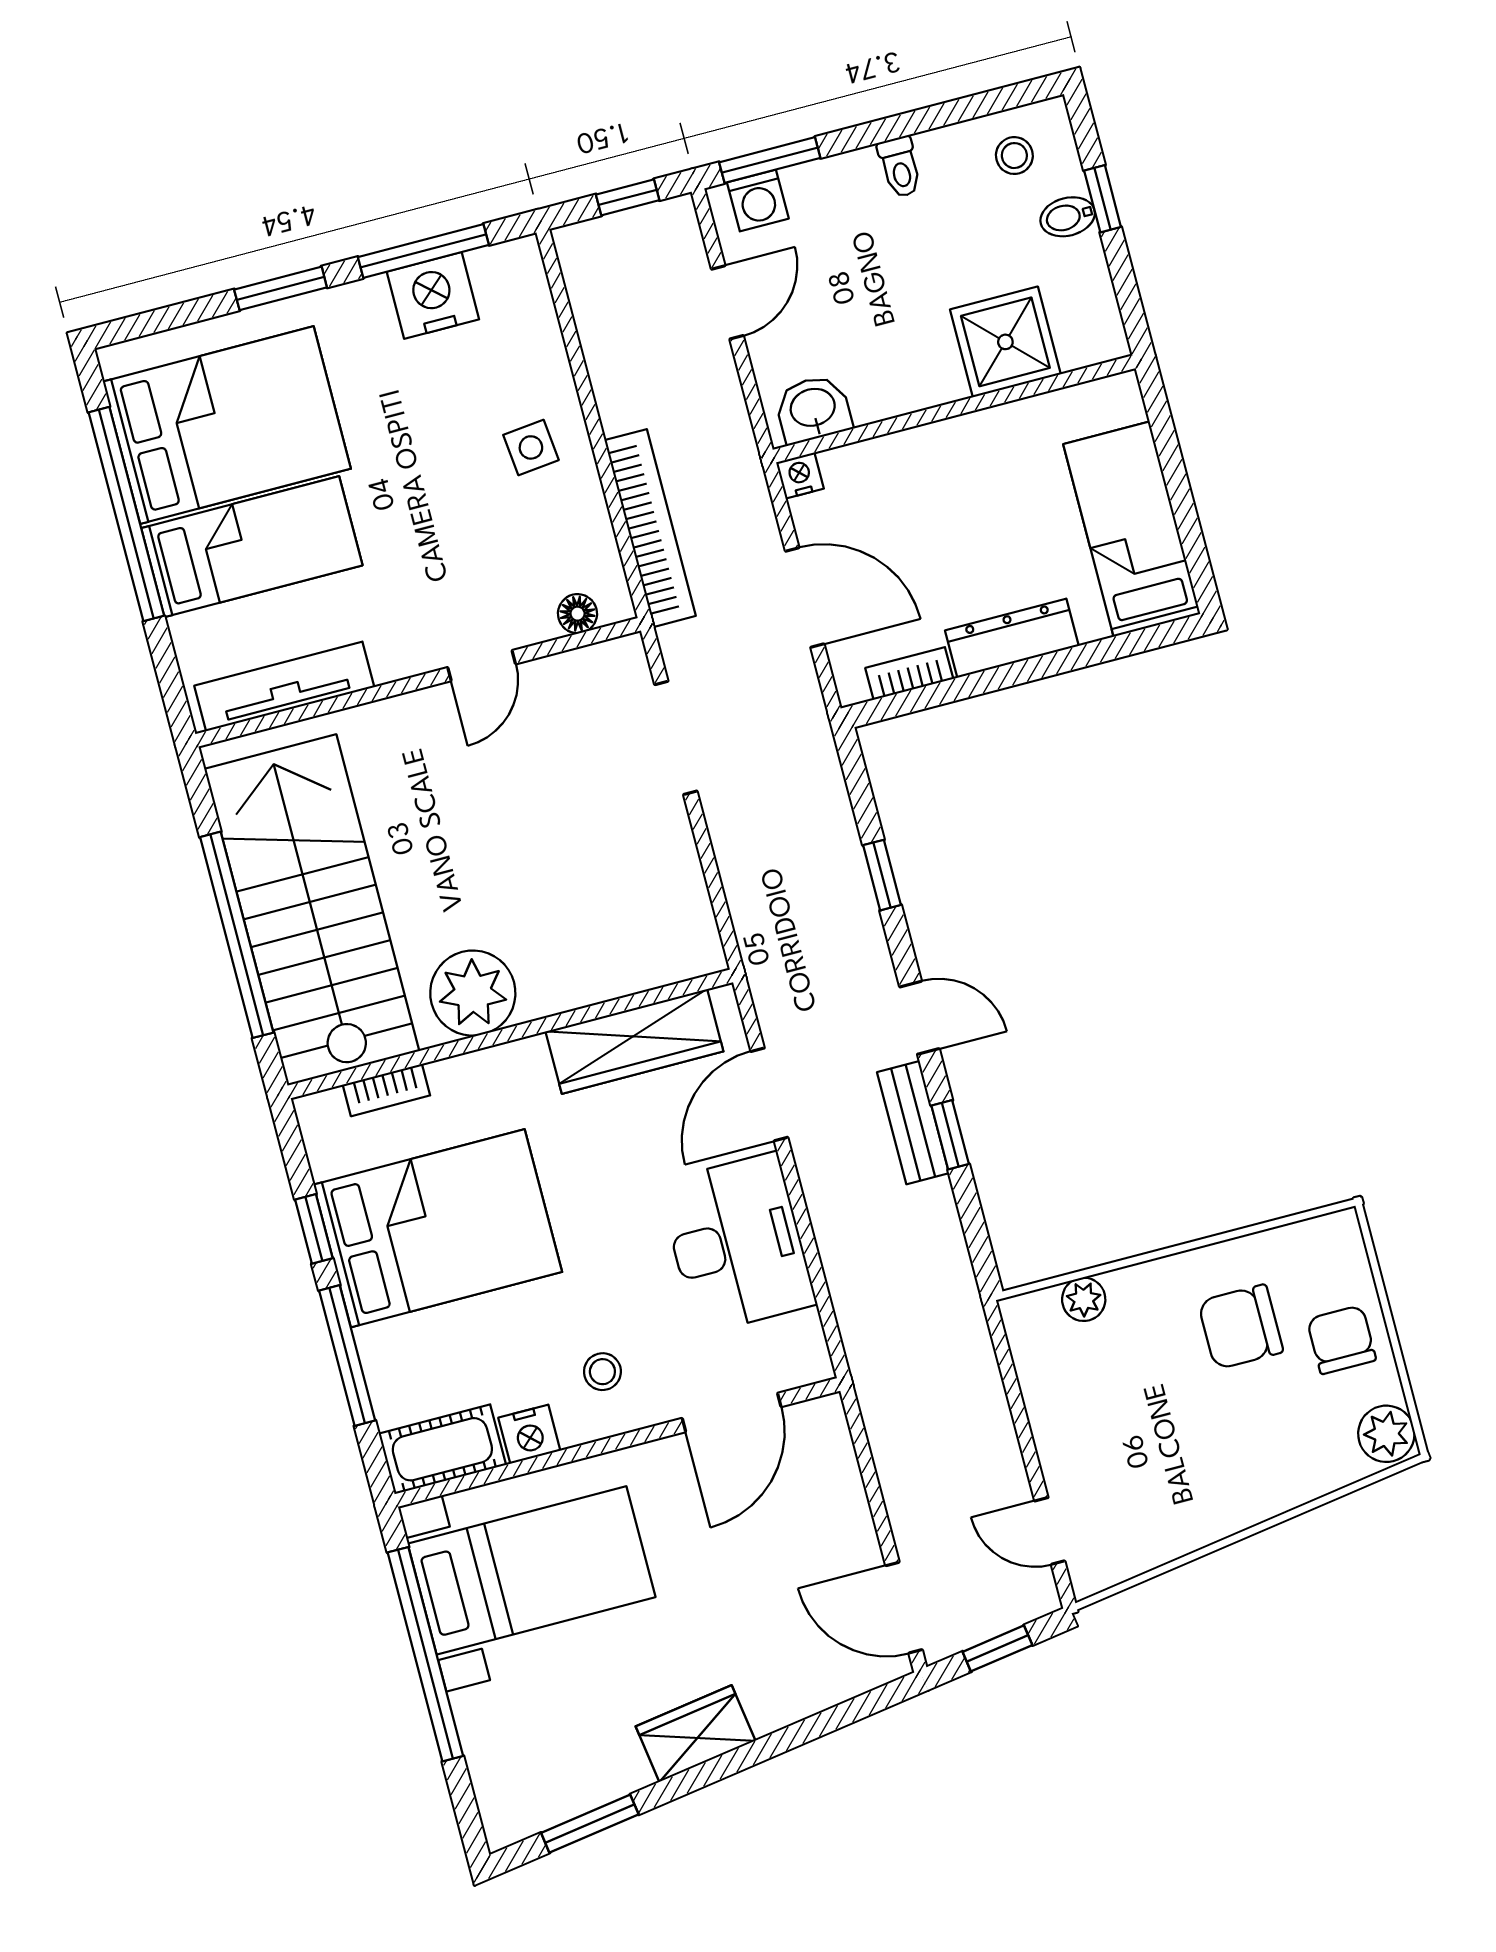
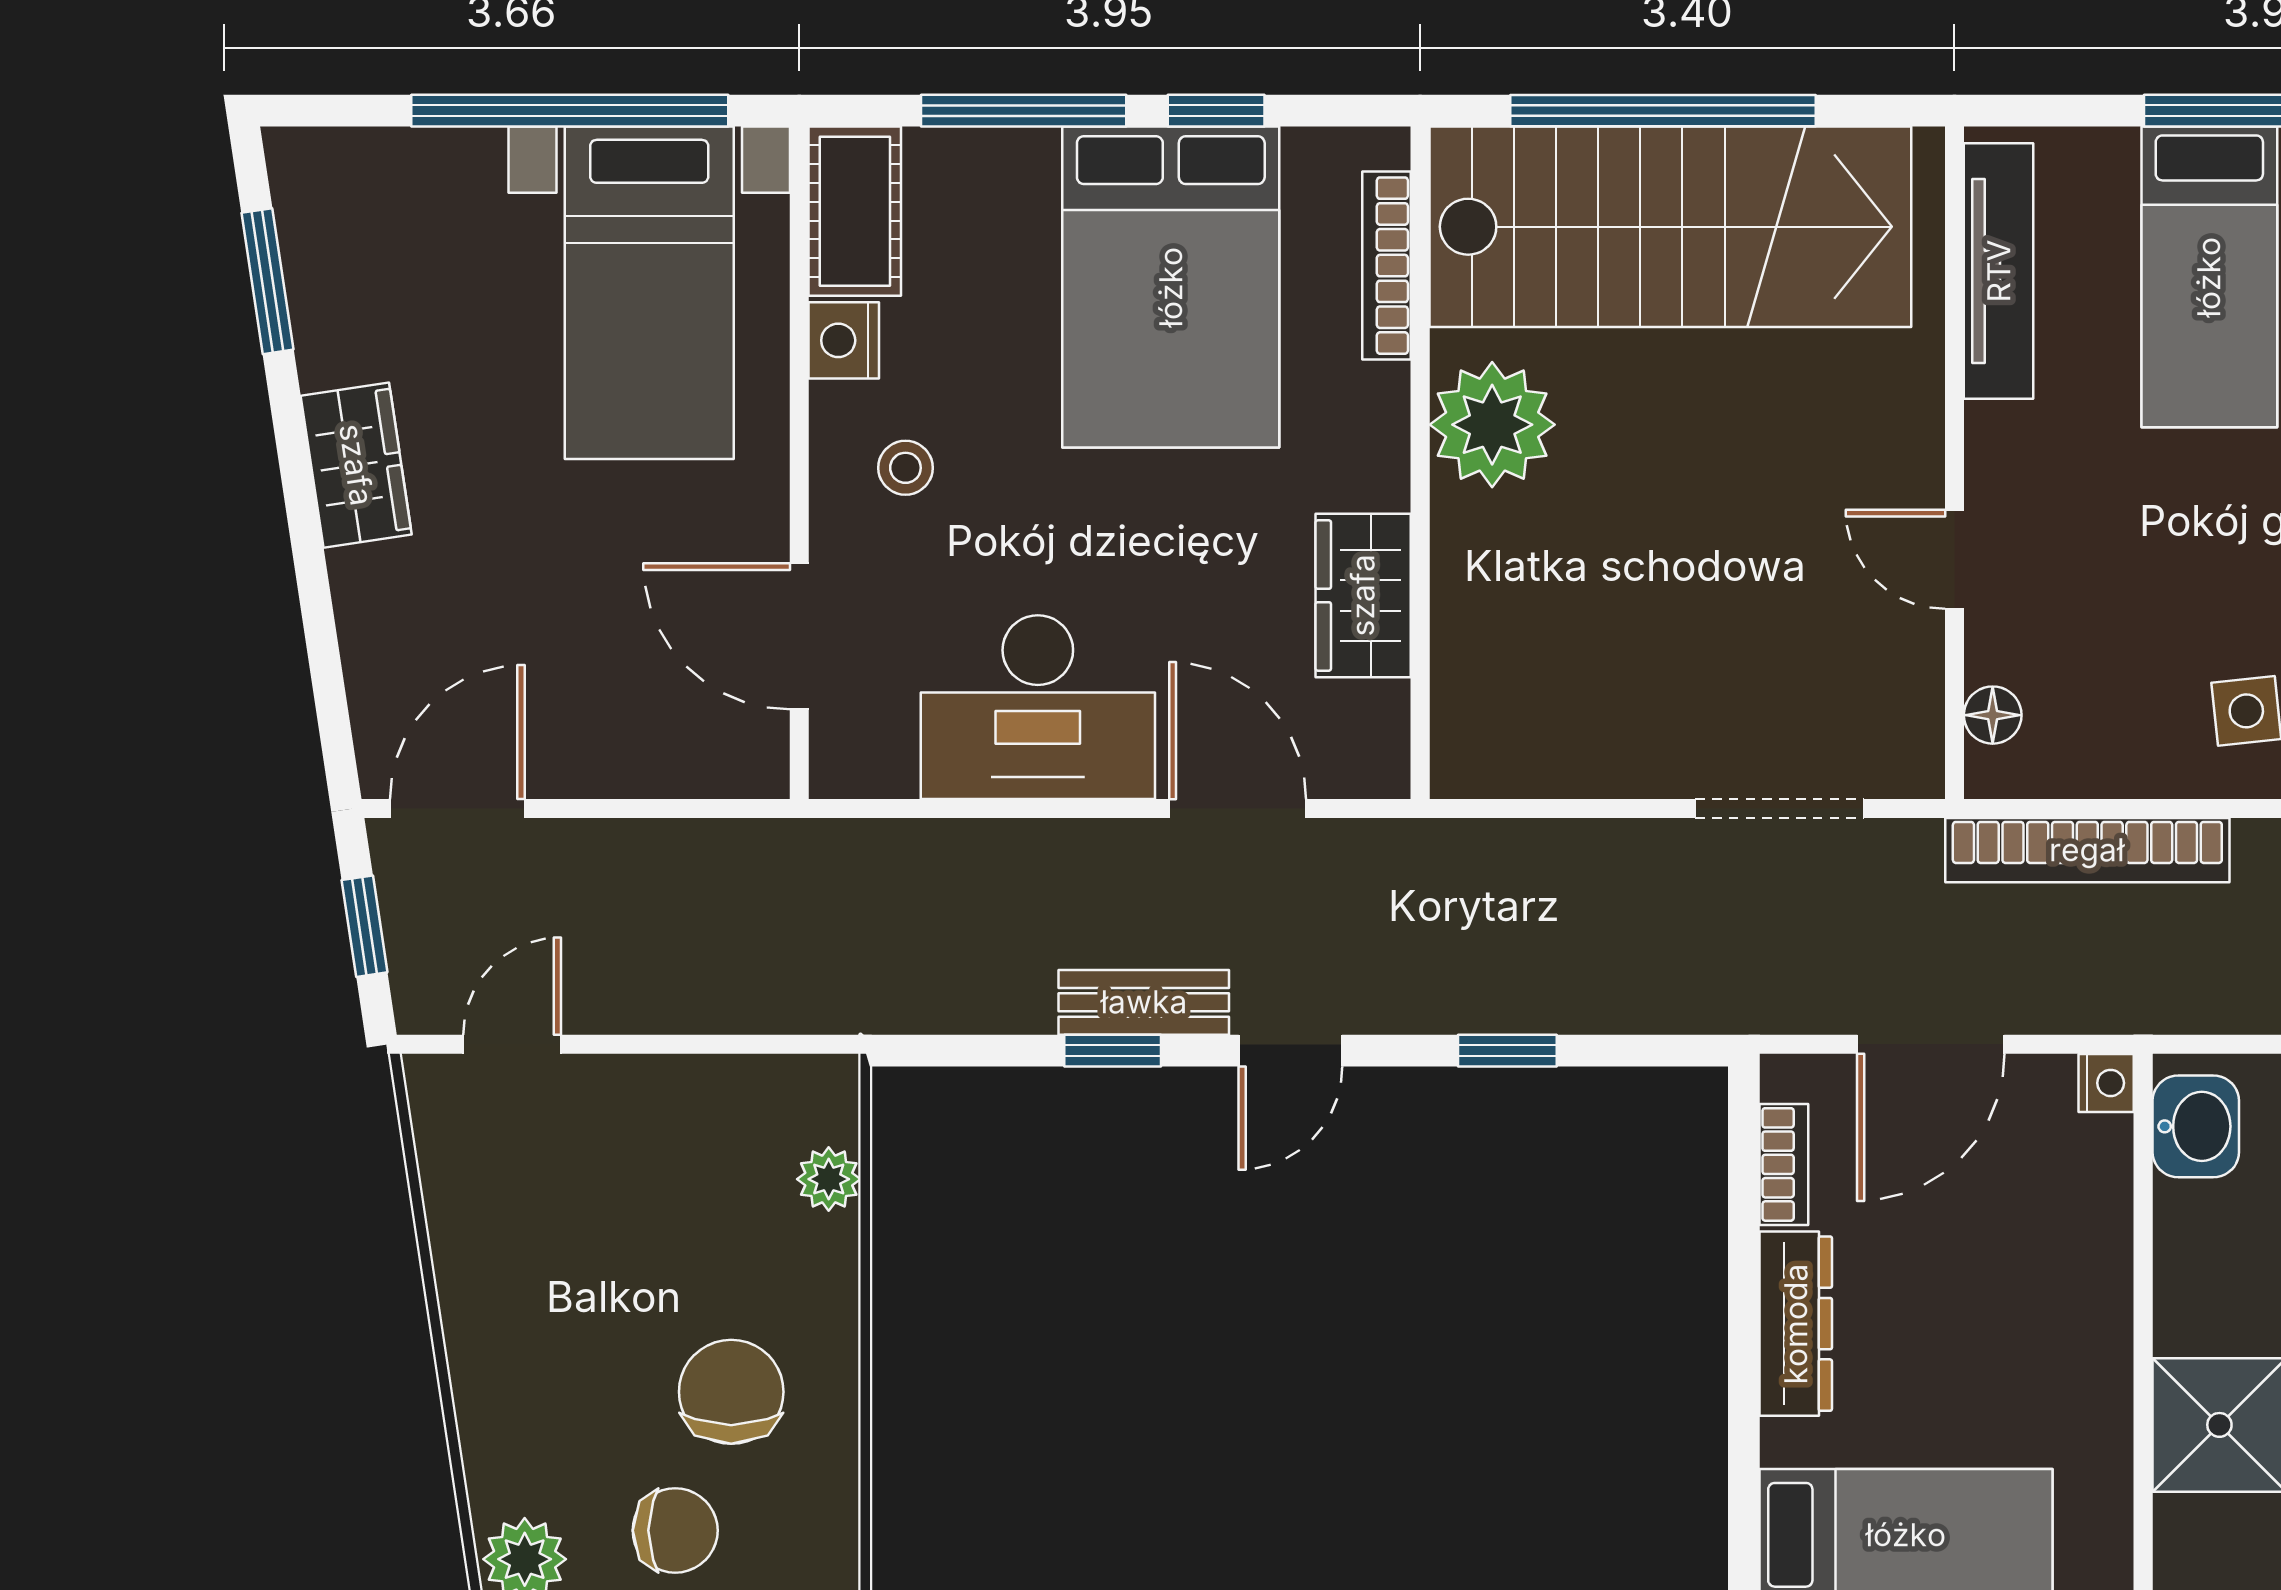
wardrobe: (634, 1041) -> (1363, 595), width x0.67
bookcase: (386, 1090) -> (1387, 266), width x1.56

